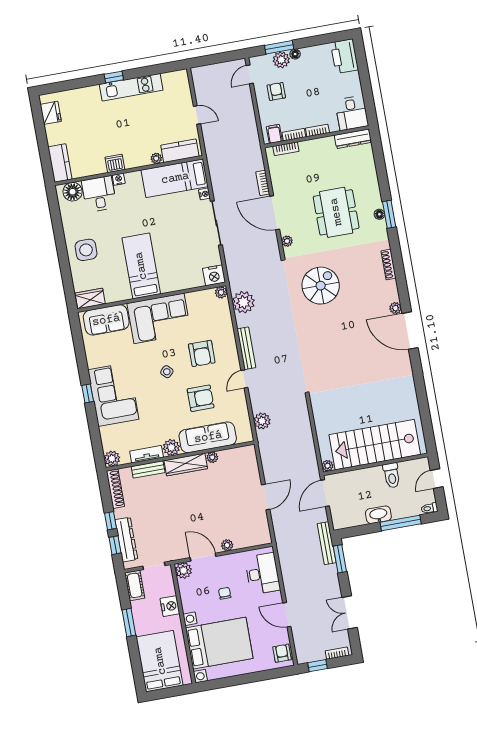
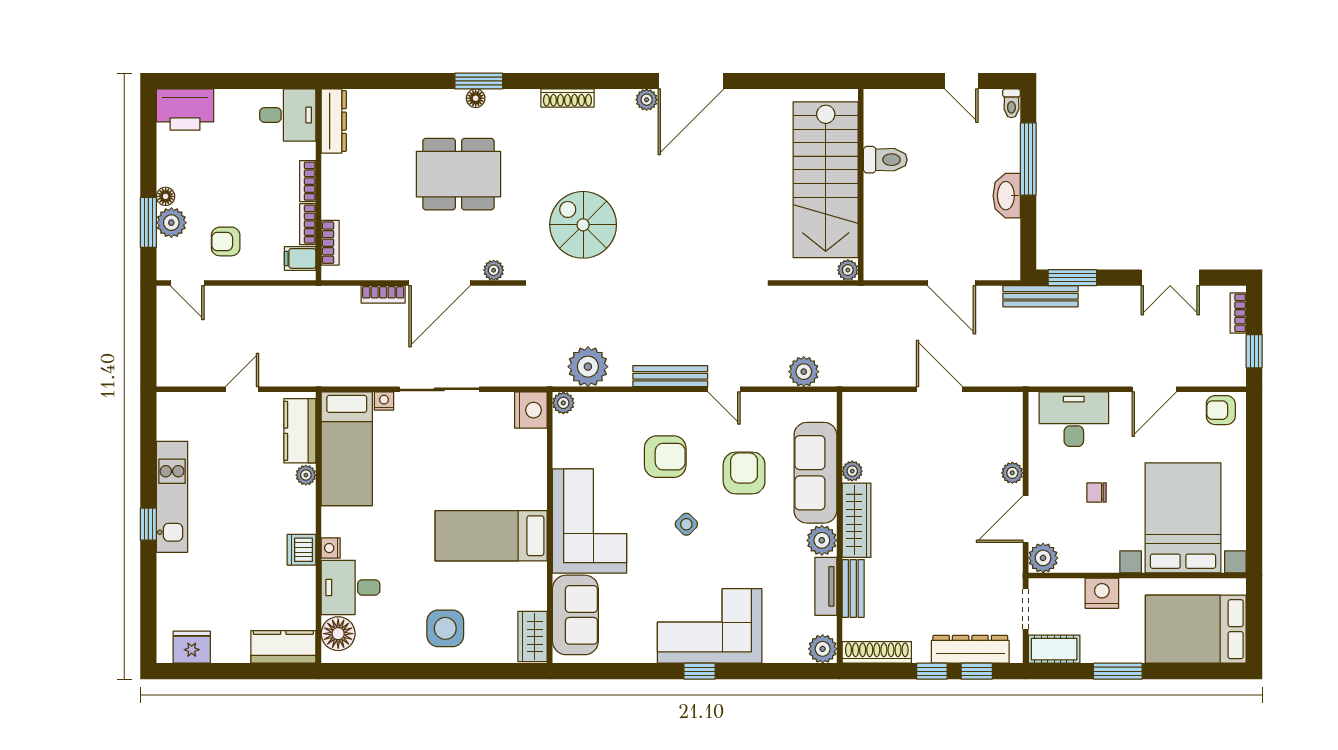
stairs: (375, 445) -> (826, 180), moved
wall: (376, 464) -> (861, 185), moved
plant: (327, 466) -> (848, 270), moved
toilet: (392, 475) -> (885, 160), moved

